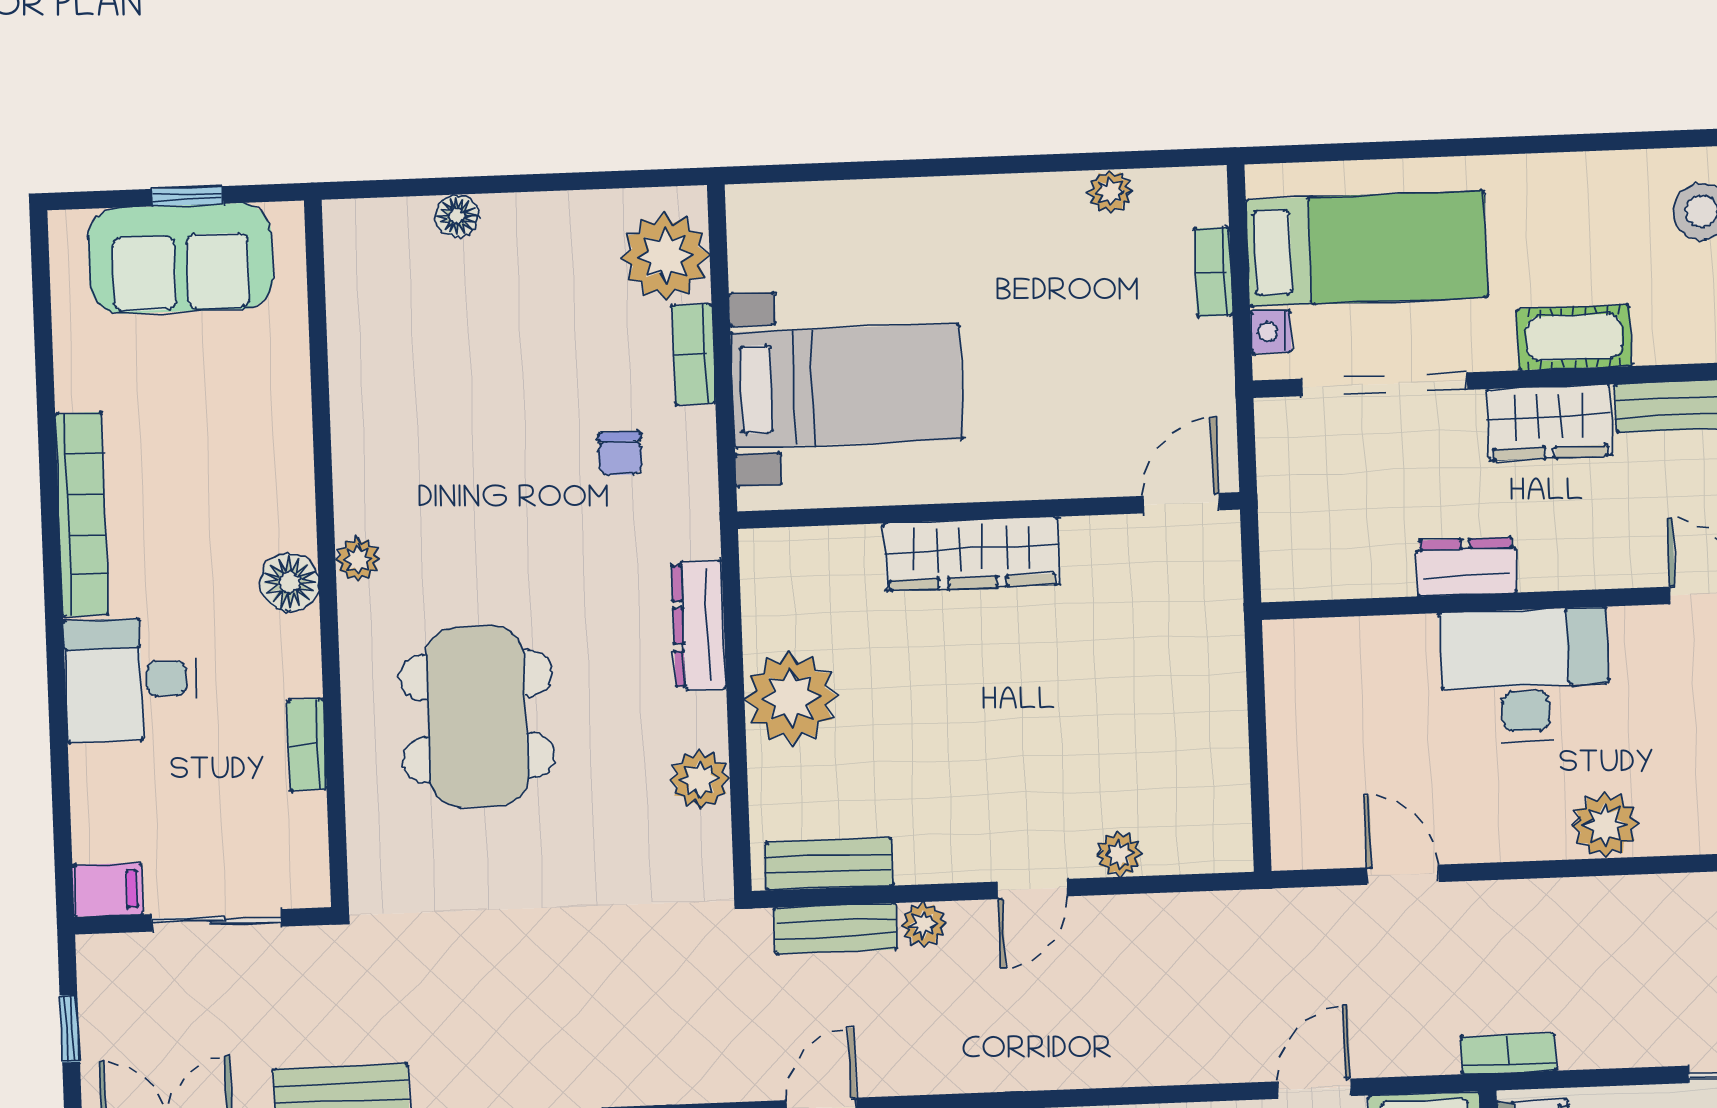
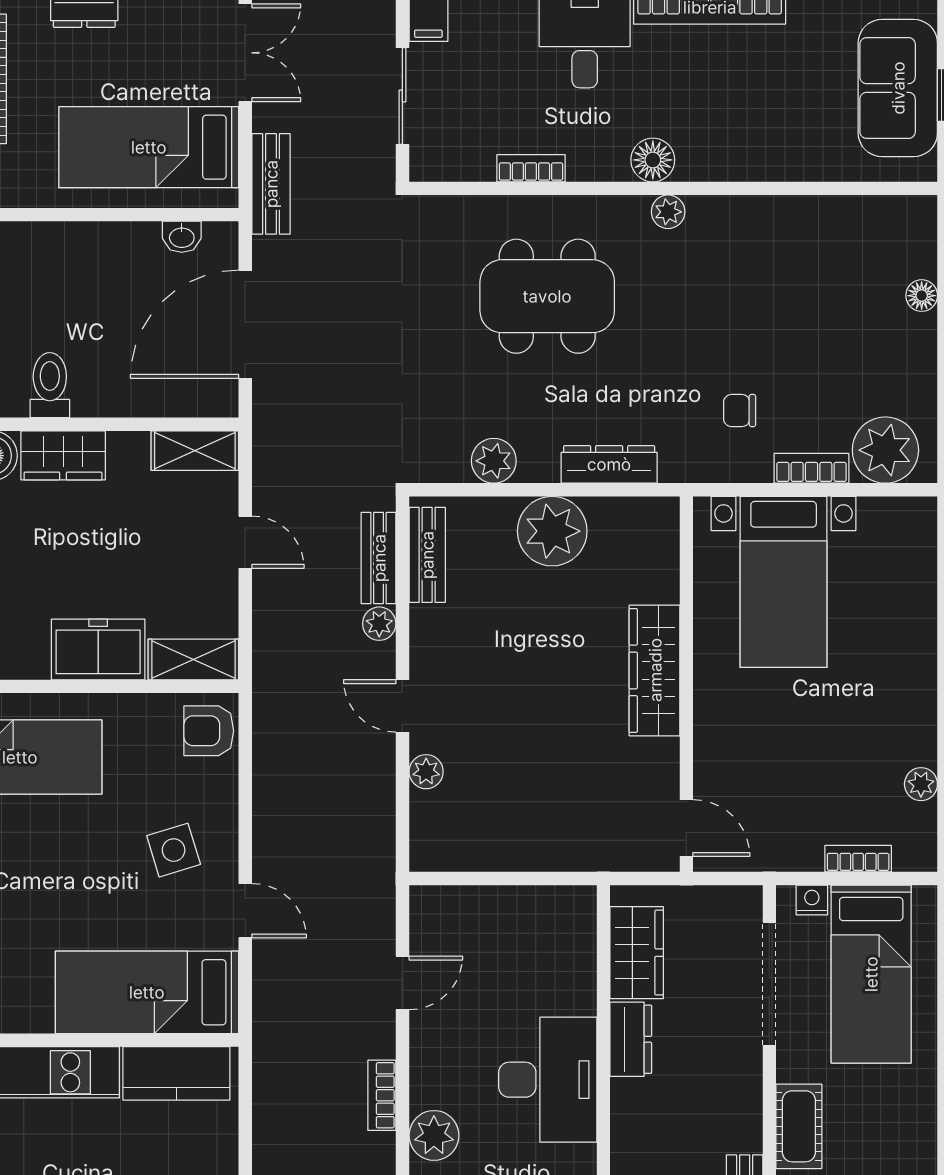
wardrobe: (1549, 422) -> (637, 953), moved, turned 180
bookcase: (1508, 1054) -> (382, 1095), moved, turned 180

